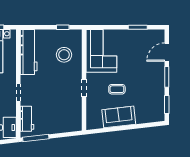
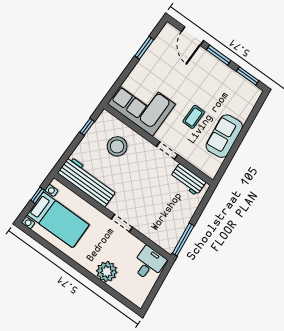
workbench: (27, 119) -> (188, 180), moved, turned 180

